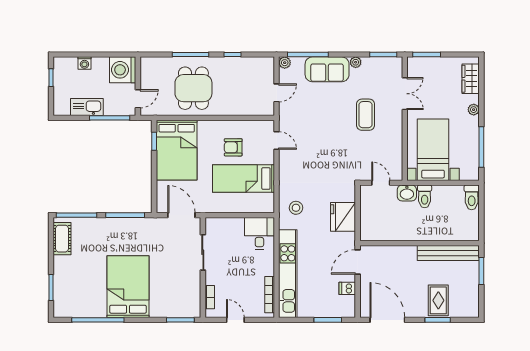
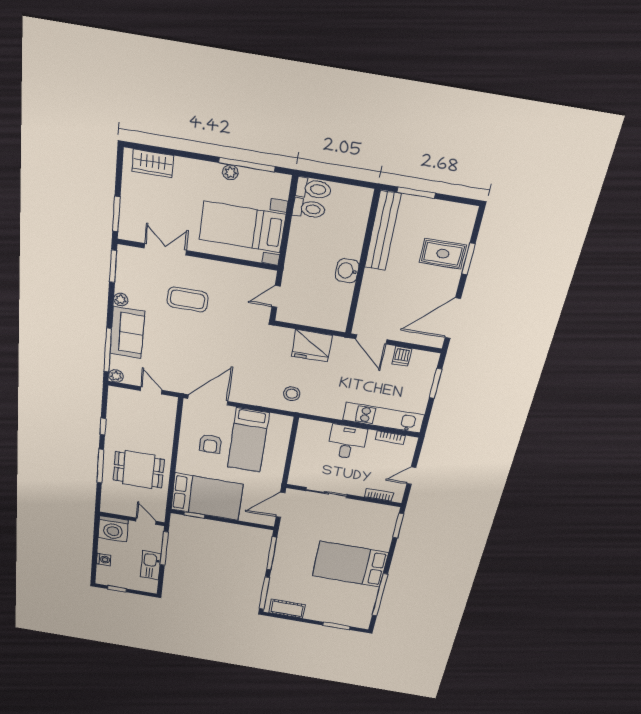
plant: (474, 110) -> (230, 172), moved
door: (277, 140) -> (208, 400), width x1.88
washbasin: (407, 193) -> (347, 271), moved, turned 180
toilet: (425, 196) -> (309, 209), moved
desk: (259, 233) -> (347, 442), moved, turned 90
kitchen unit: (288, 274) -> (383, 418), width x0.73
bookcase: (270, 295) -> (390, 438), width x0.64

